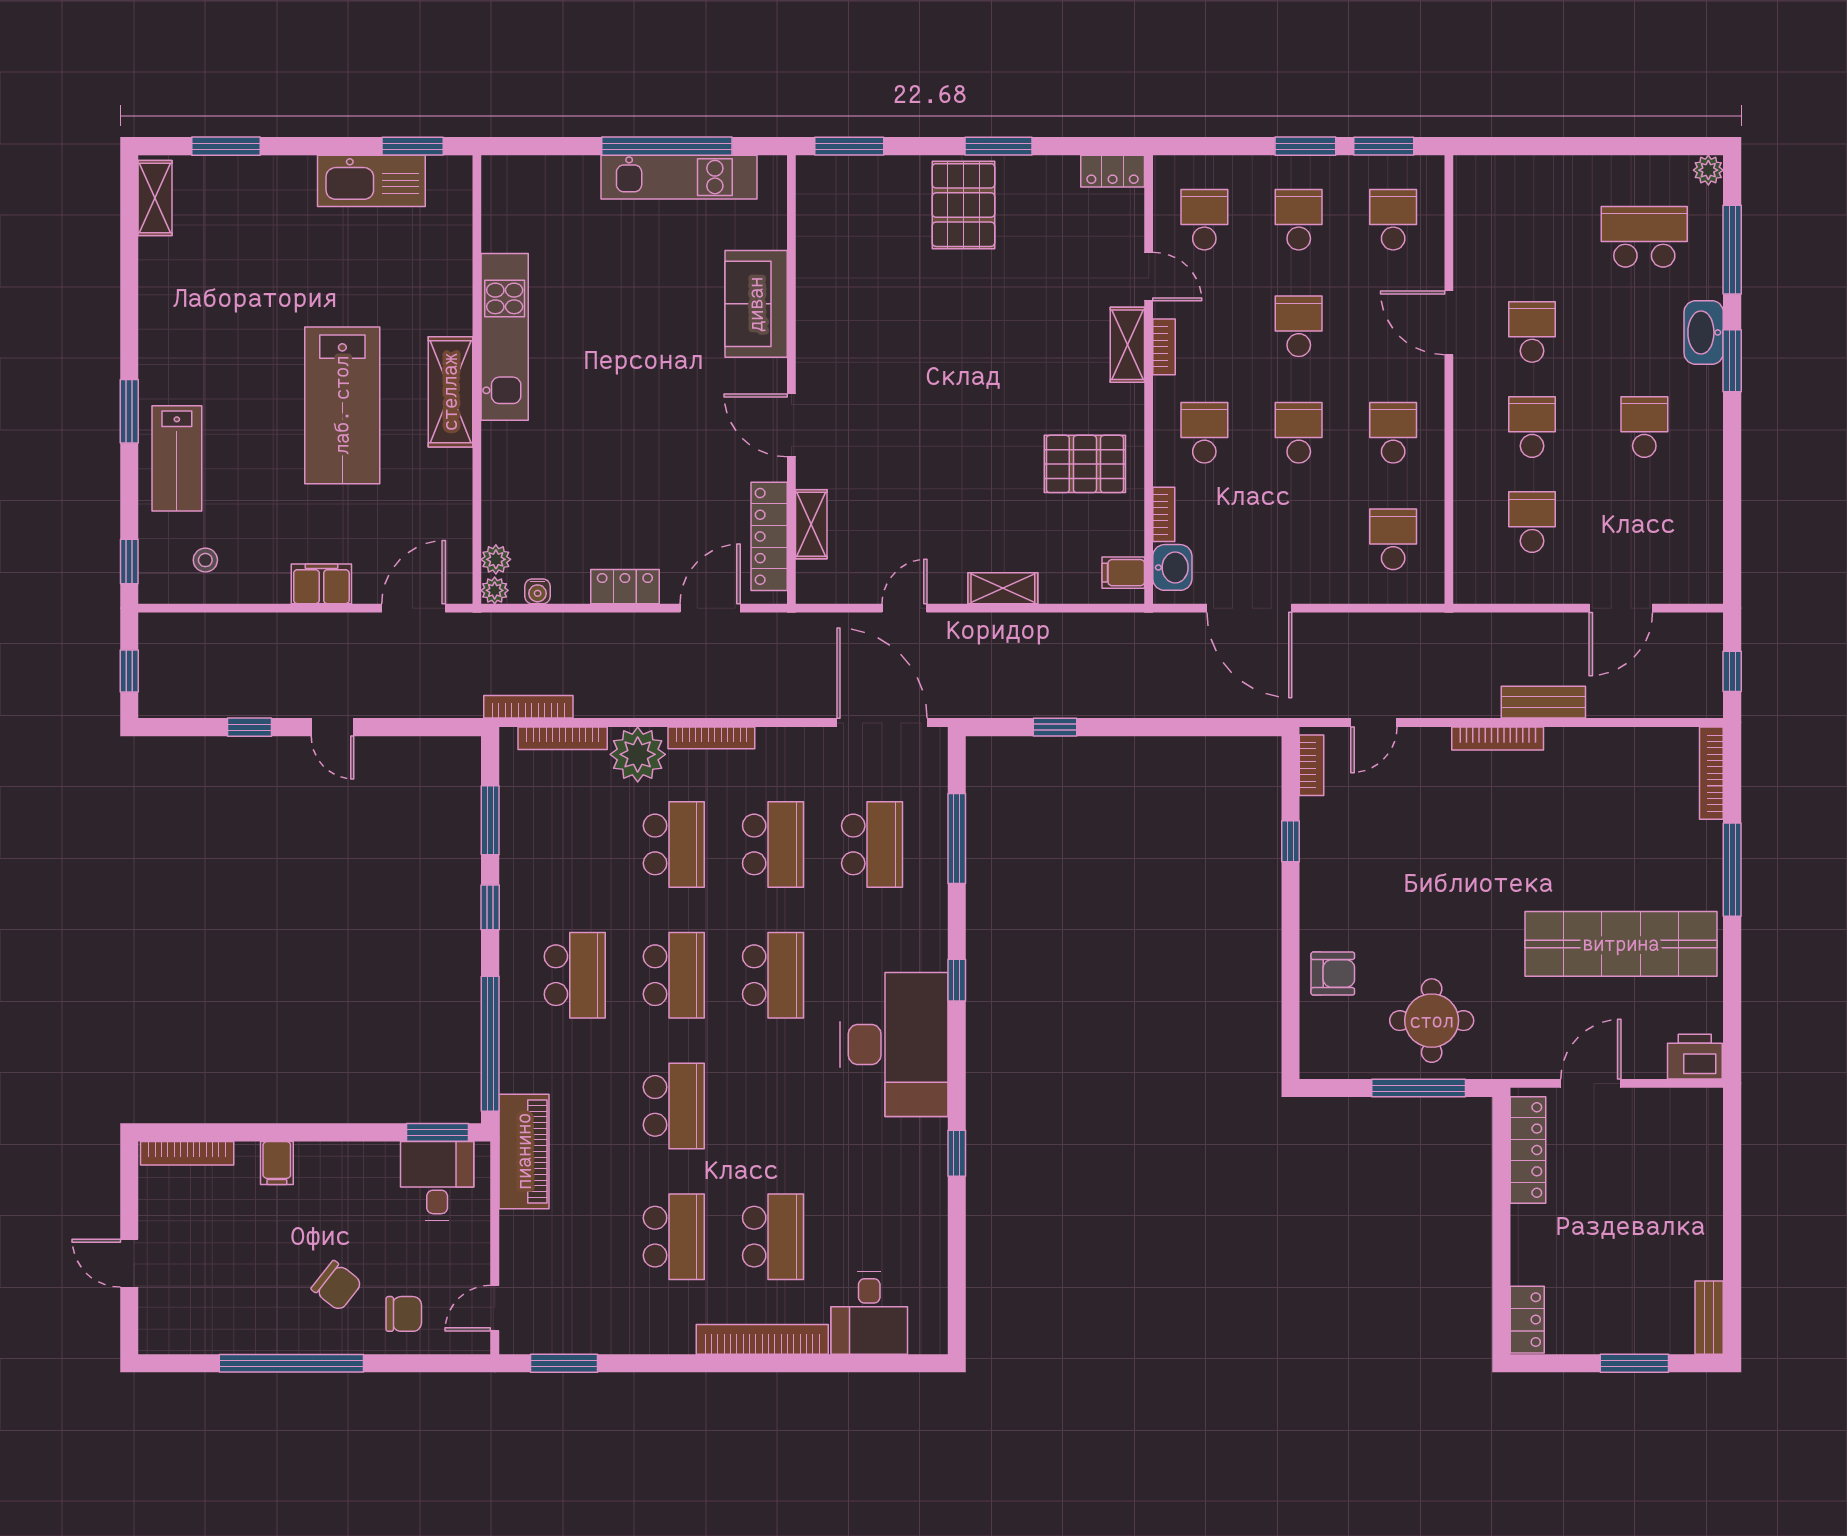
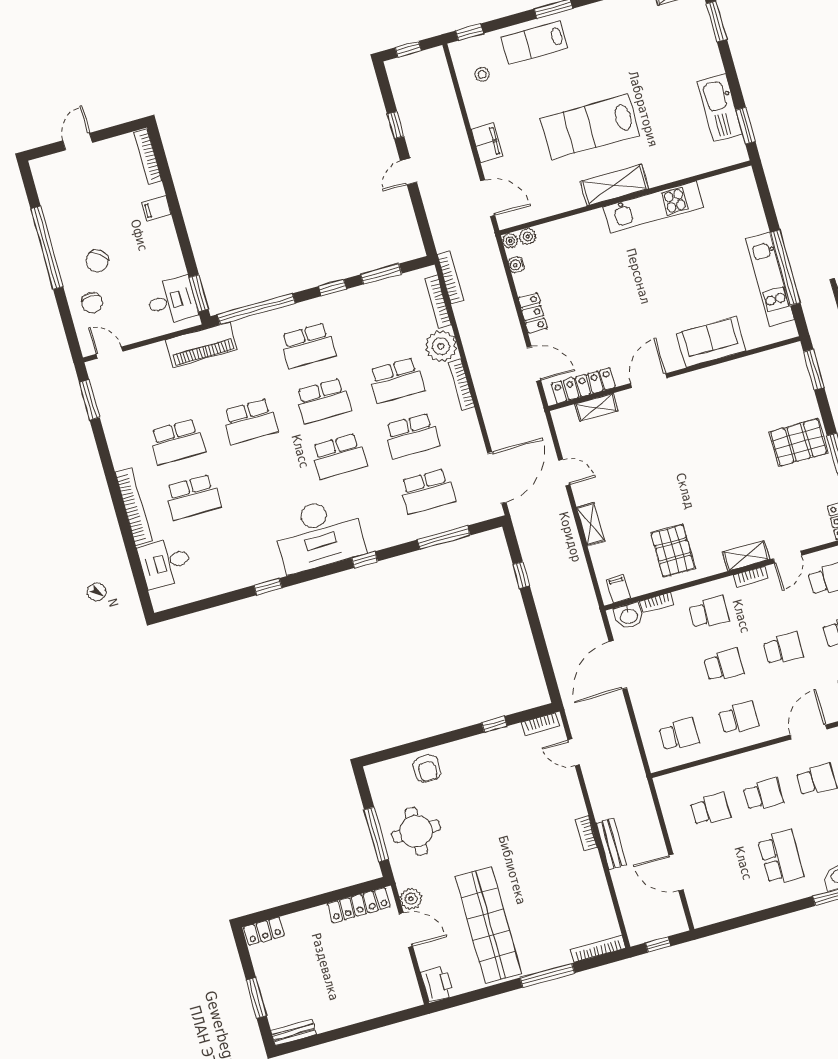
school desk: (1644, 427) -> (781, 857), width x1.85
bookcase: (1498, 739) -> (587, 833), width x0.64
plant: (1541, 1060) -> (411, 899), added

